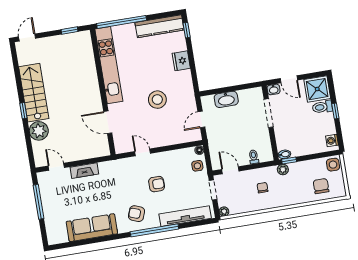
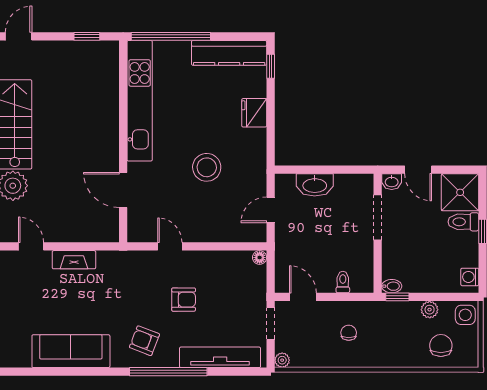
side table: (197, 166) -> (252, 282), removed
plant: (283, 170) -> (430, 310), moved

